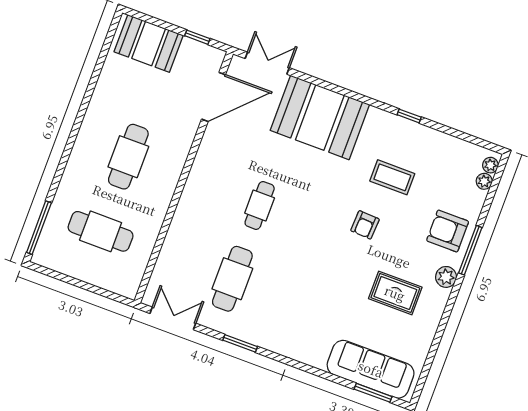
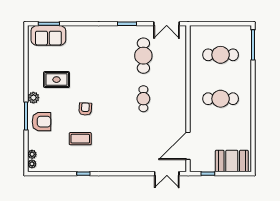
booth: (320, 117) -> (129, 156), removed
cafe table: (128, 157) -> (221, 99), turned 90
sofa: (371, 369) -> (48, 35), width x0.73

